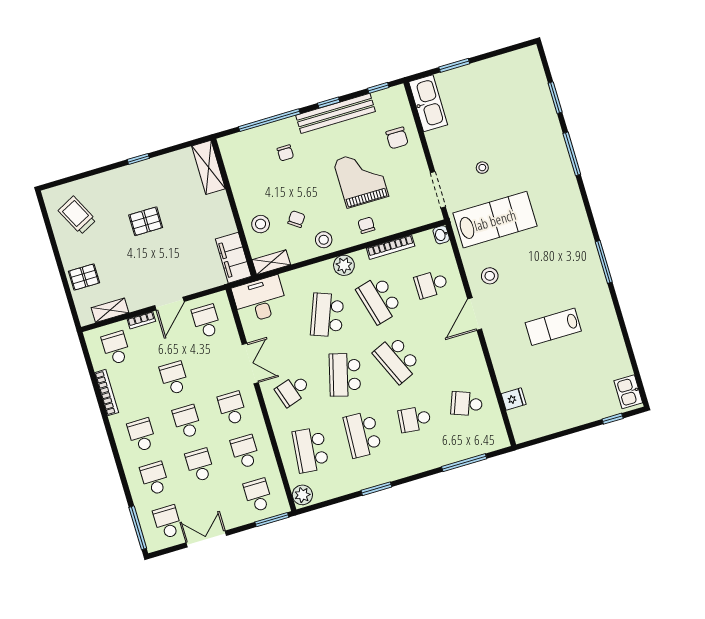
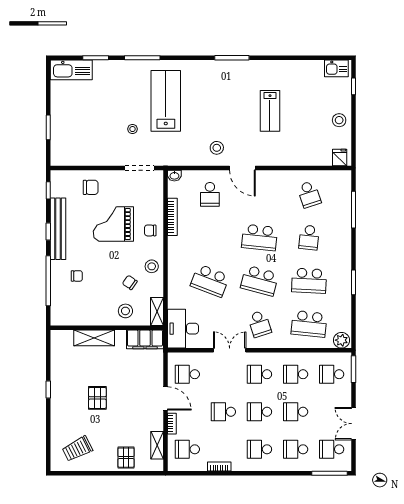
kitchen sink: (428, 103) -> (71, 70), moved, turned 180
shelving: (209, 167) -> (94, 338), moved
lab bench: (495, 220) -> (166, 101), moved
plant: (344, 265) -> (176, 257), removed
school desk: (379, 300) -> (210, 238), removed
school desk: (397, 359) -> (259, 238), turned 30
bookcase: (107, 393) -> (219, 467), width x0.64
fridge: (514, 399) -> (340, 157), moved
school desk: (467, 404) -> (309, 194), turned -39
stool: (567, 413) -> (339, 120), added

